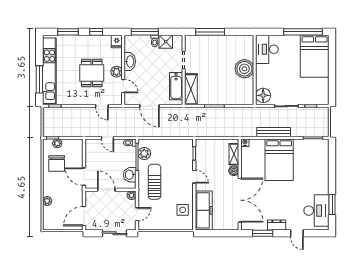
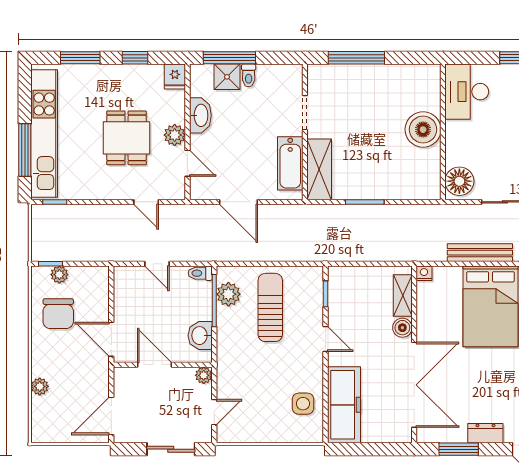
shower: (166, 42) -> (227, 77), moved
sun lounger: (154, 182) -> (270, 307), moved

